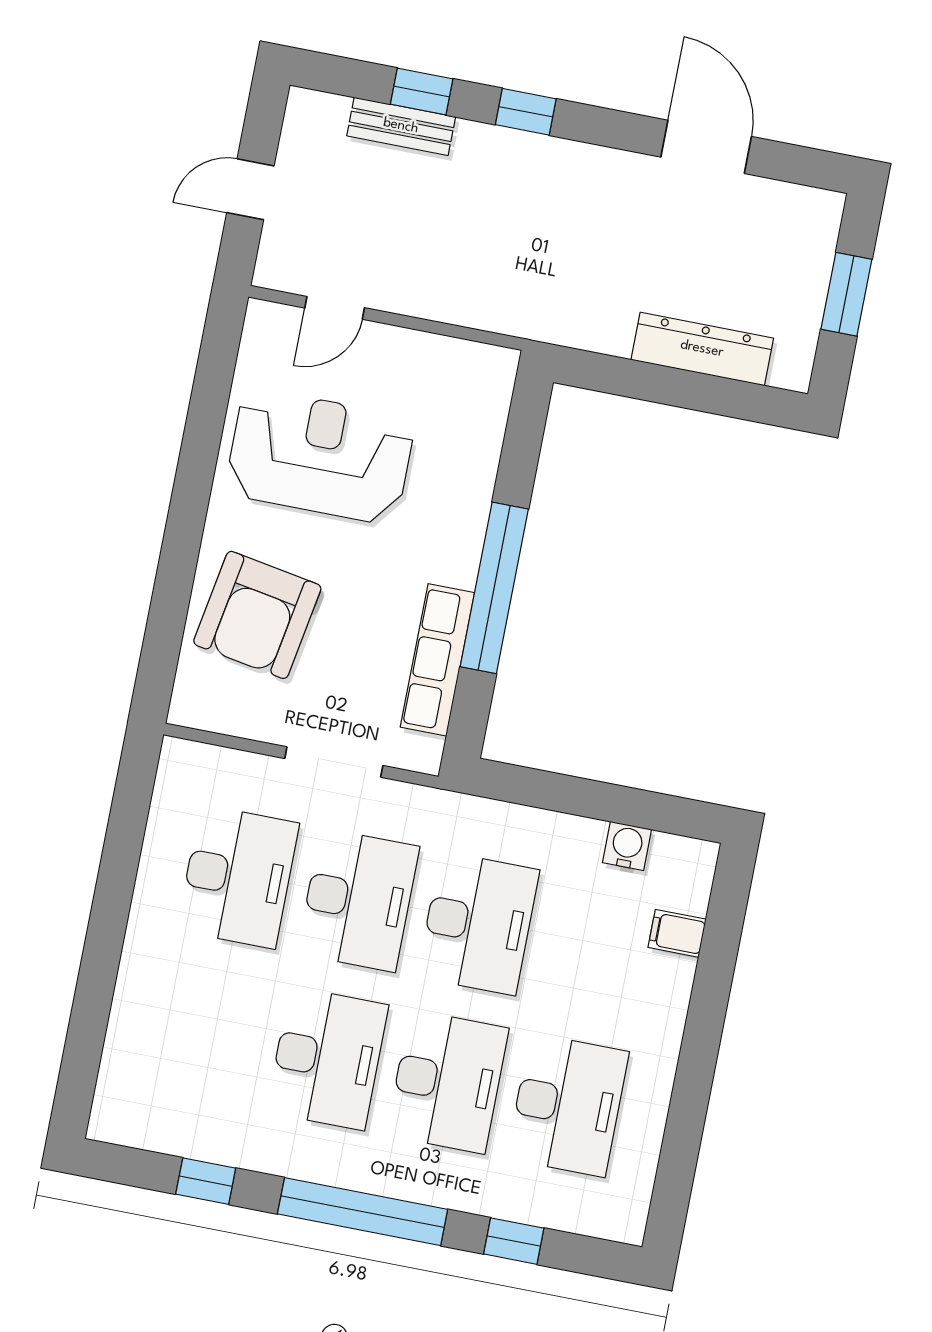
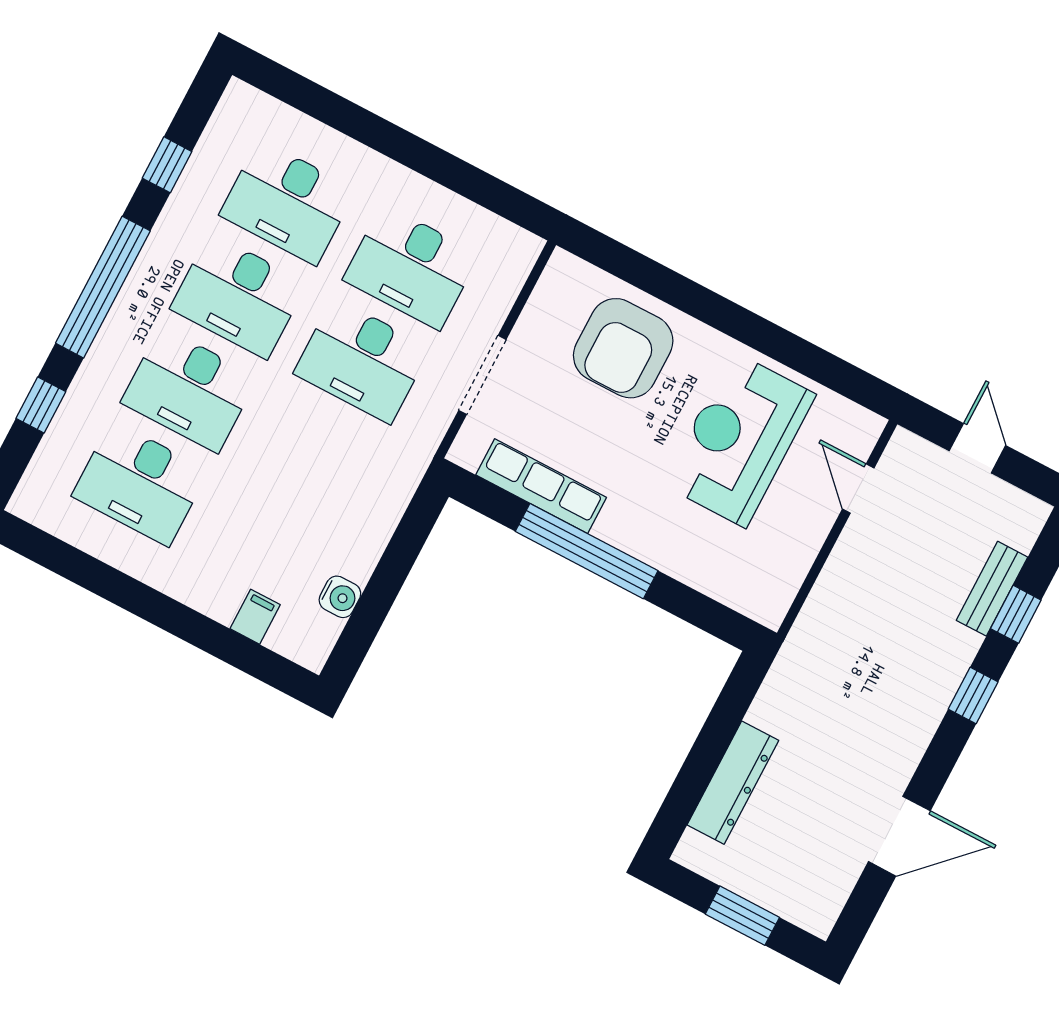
reception desk: (320, 456) -> (739, 440), turned 180
armchair: (257, 615) -> (623, 348), turned -100
desk: (478, 923) -> (288, 202), moved

